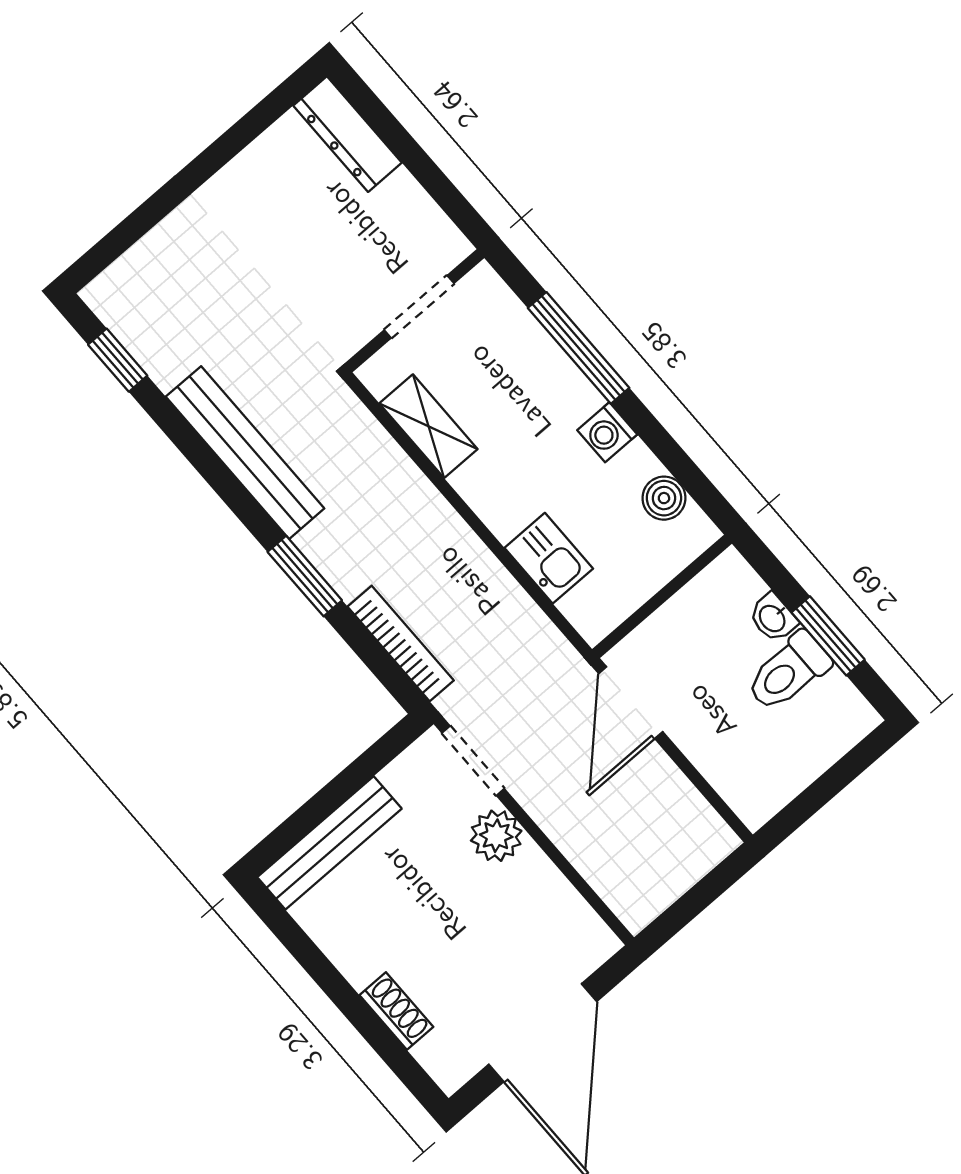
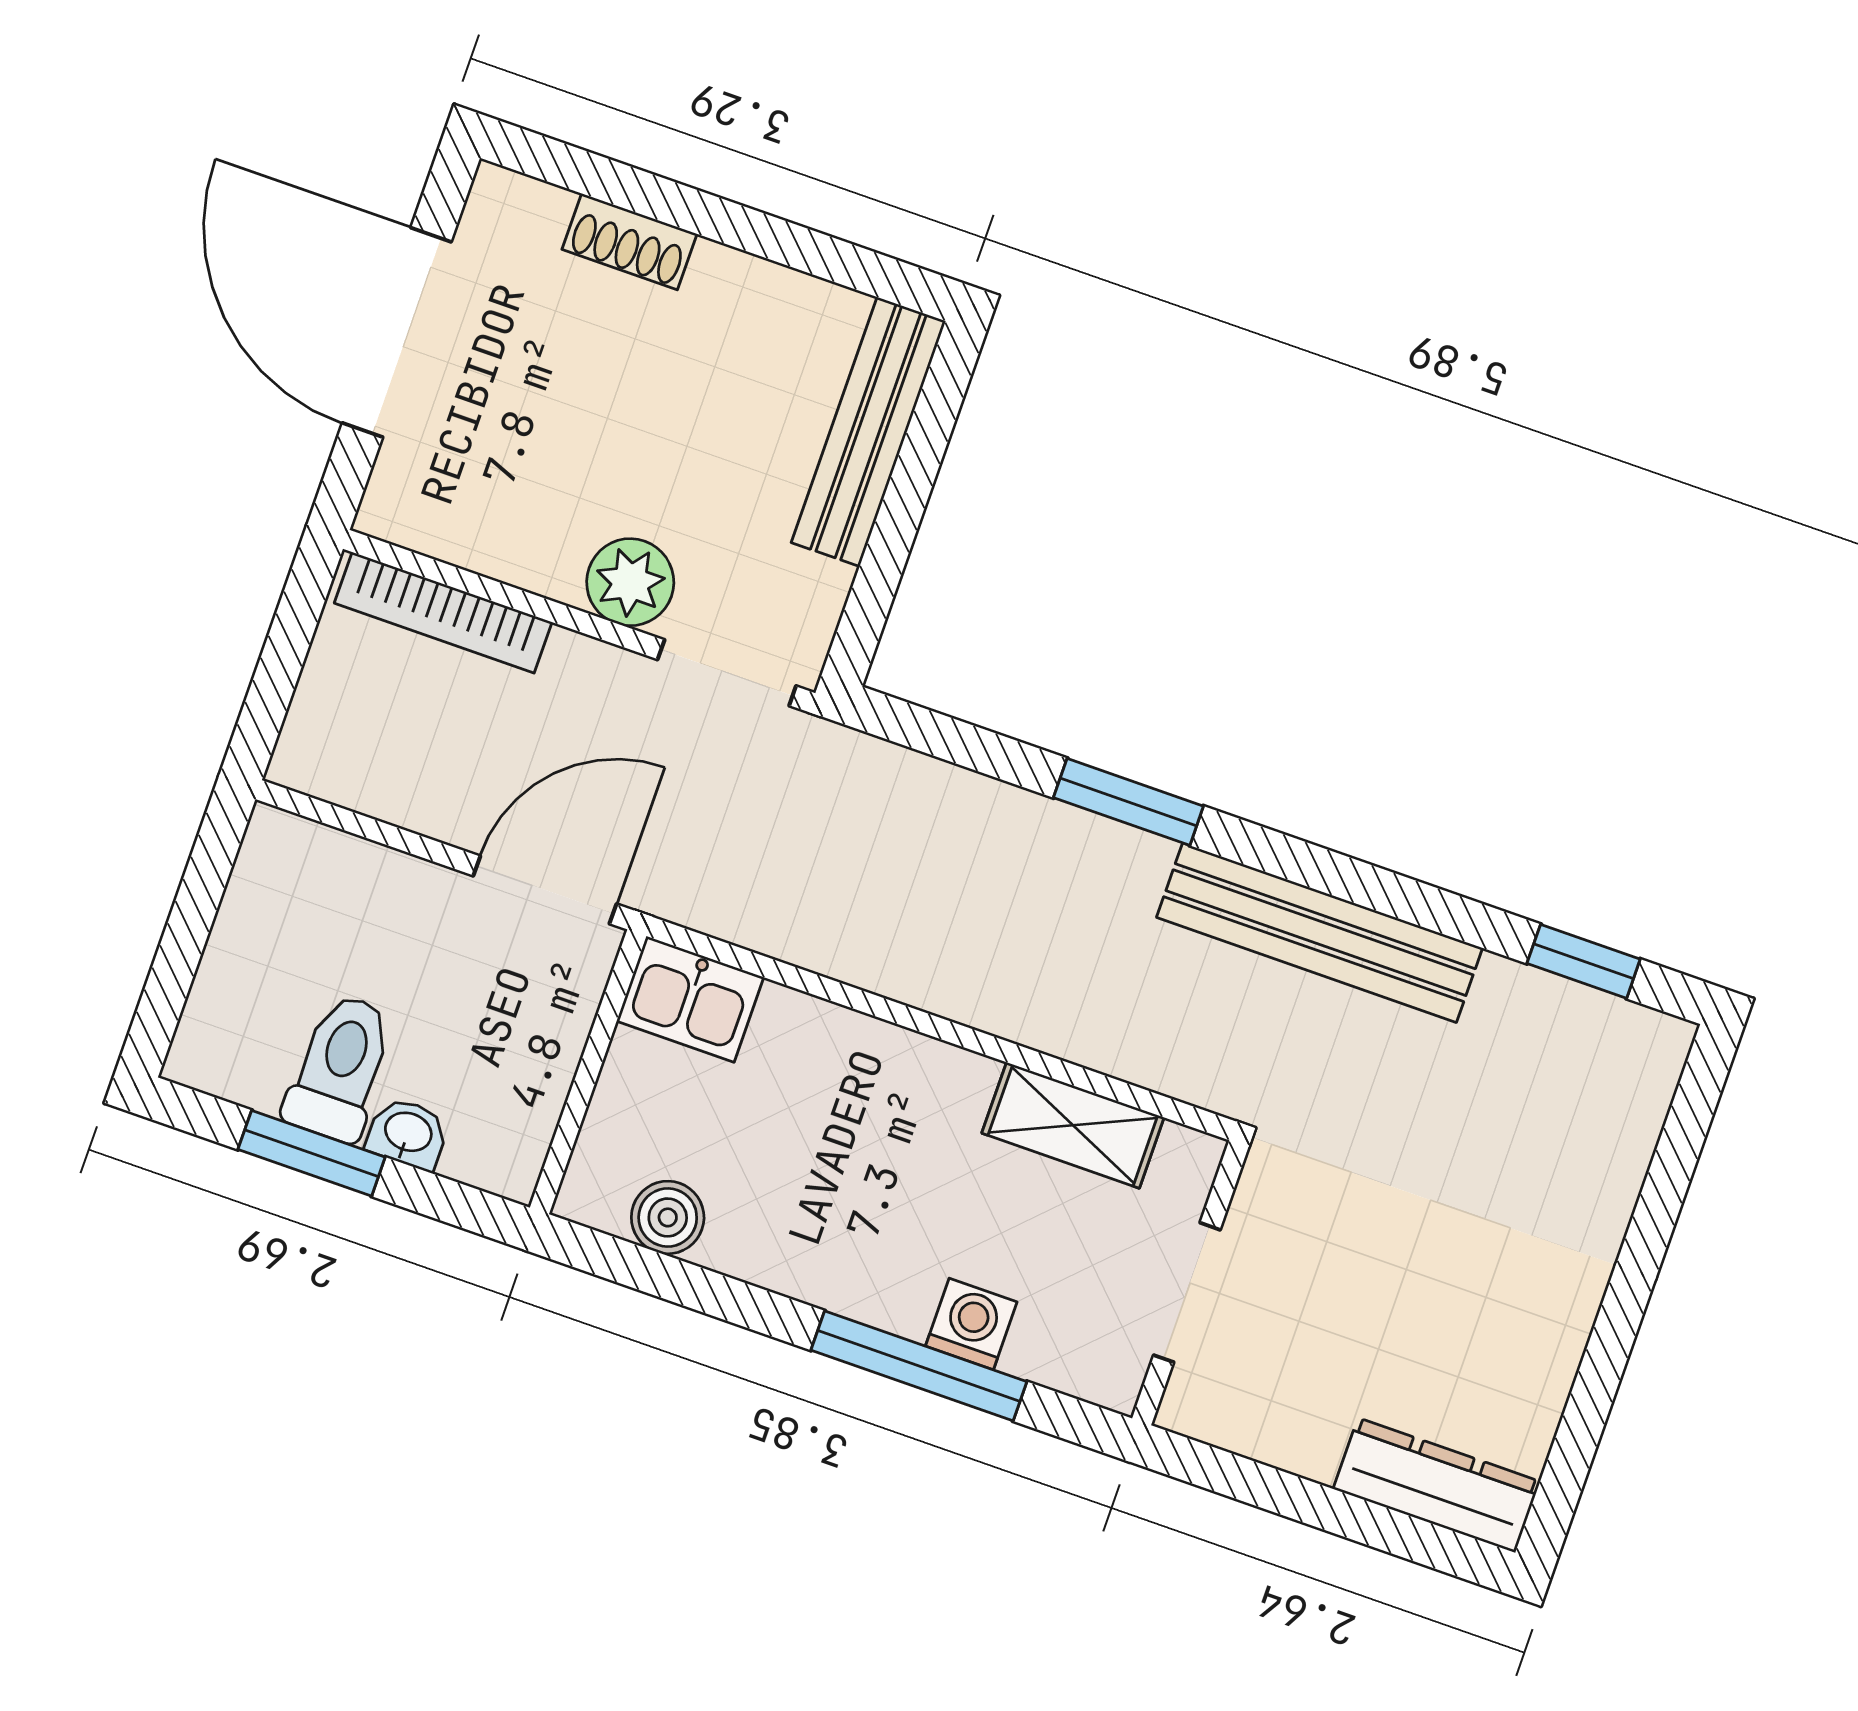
washing machine: (607, 432) -> (971, 1324), moved
kitchen sink: (549, 558) -> (690, 999), moved
bookcase: (401, 643) -> (443, 613), moved
door: (631, 703) -> (545, 890), hinge flipped

